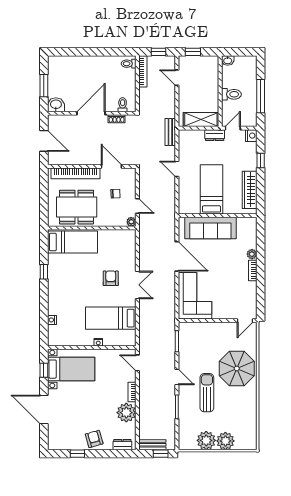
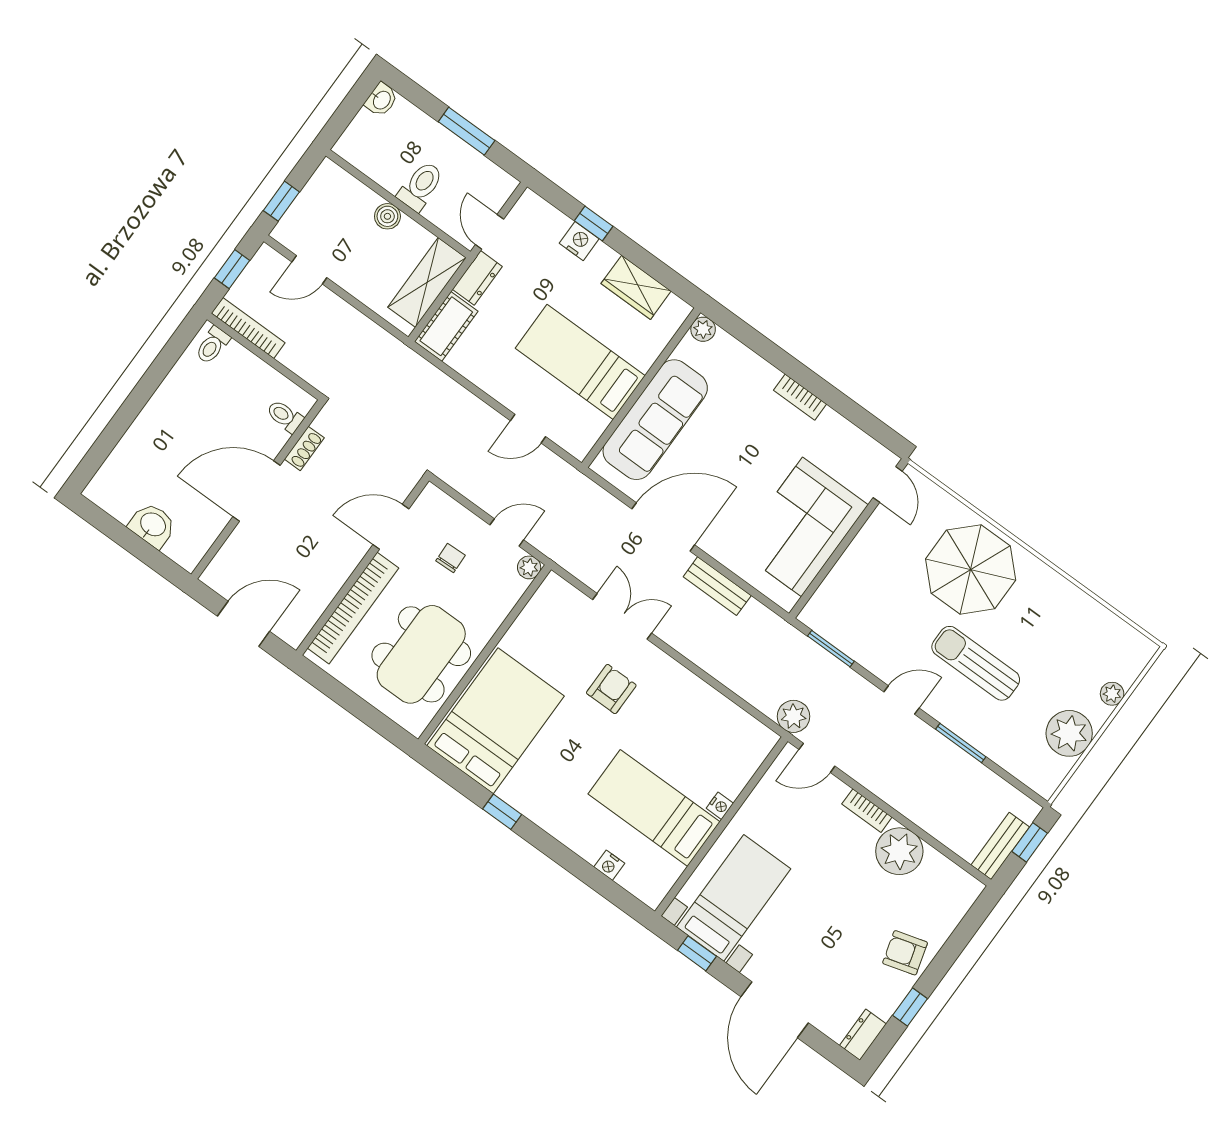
washbasin: (228, 60) -> (381, 100), moved
window: (44, 86) -> (134, 544), removed
boiler: (213, 91) -> (387, 216), added
window: (261, 96) -> (467, 131), width x0.69
washbasin: (56, 105) -> (152, 525), moved, turned 90
door: (91, 113) -> (257, 491), hinge flipped
bench: (170, 132) -> (717, 586), moved
cot: (191, 136) -> (446, 326), added
nightstand: (251, 136) -> (579, 241), moved
door: (177, 169) -> (528, 429), moved
wardrobe: (250, 190) -> (636, 287), width x0.67
bed: (72, 242) -> (496, 721), width x1.50
plant: (252, 254) -> (703, 329), moved
armchair: (111, 278) -> (611, 689), turned 90
double door: (137, 285) -> (622, 616), moved
corner sofa: (195, 296) -> (802, 527), moved, turned -90
bed: (111, 318) -> (654, 808), moved, turned 90
plant: (146, 345) -> (793, 716), added
door: (44, 409) -> (775, 1010), hinge flipped
plant: (225, 441) -> (1112, 694), width x0.53, depth x0.53
dresser: (122, 445) -> (863, 1035), moved

